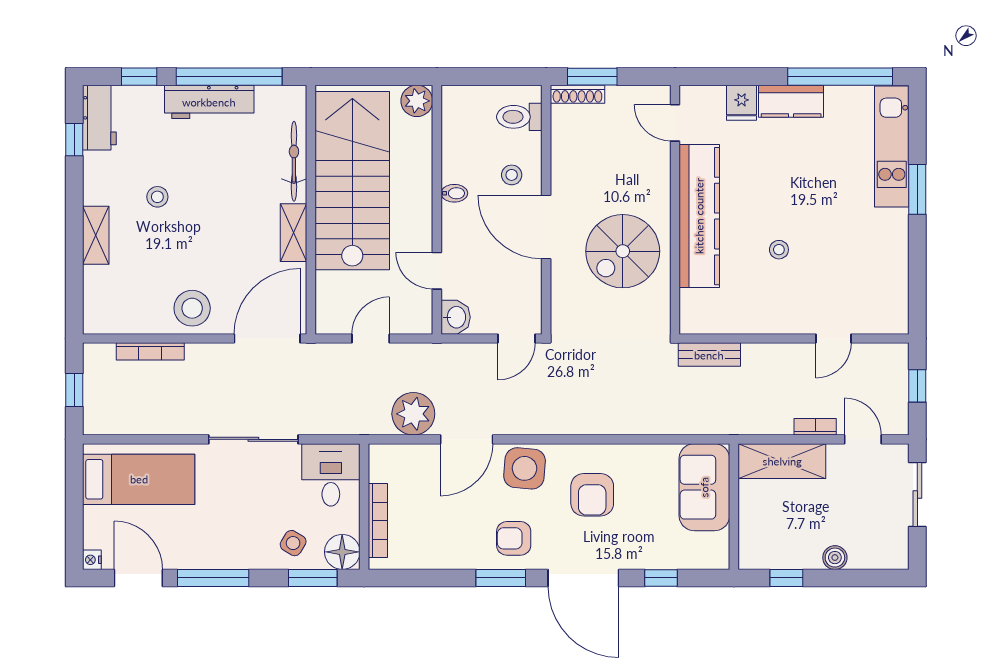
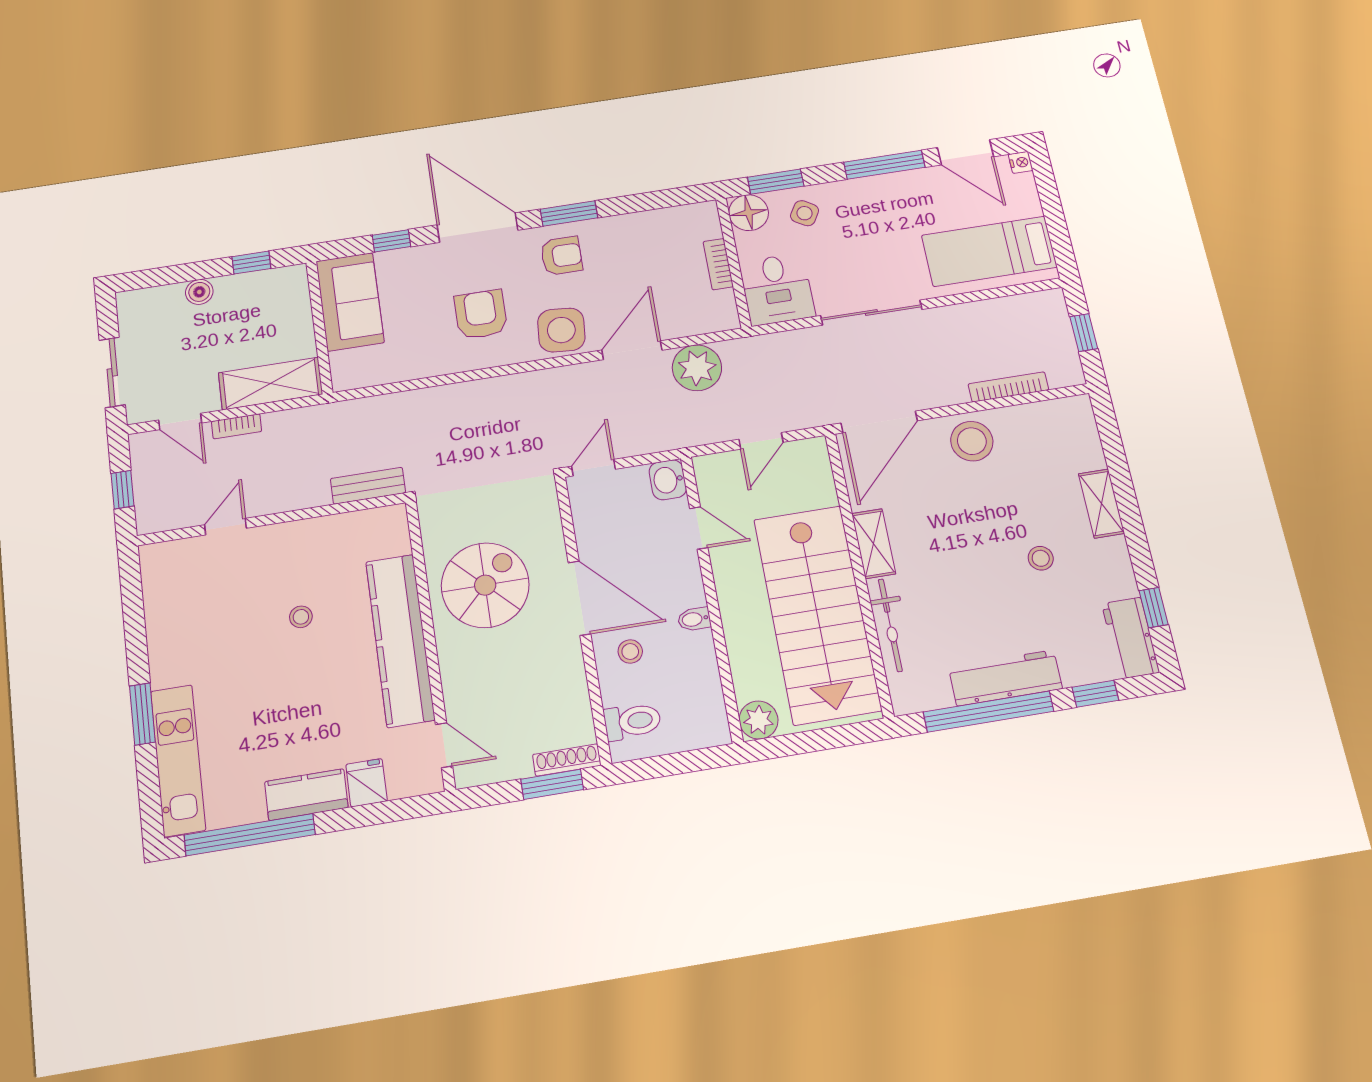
sofa: (704, 487) -> (350, 302), moved
bookcase: (378, 521) -> (718, 264), width x0.64

